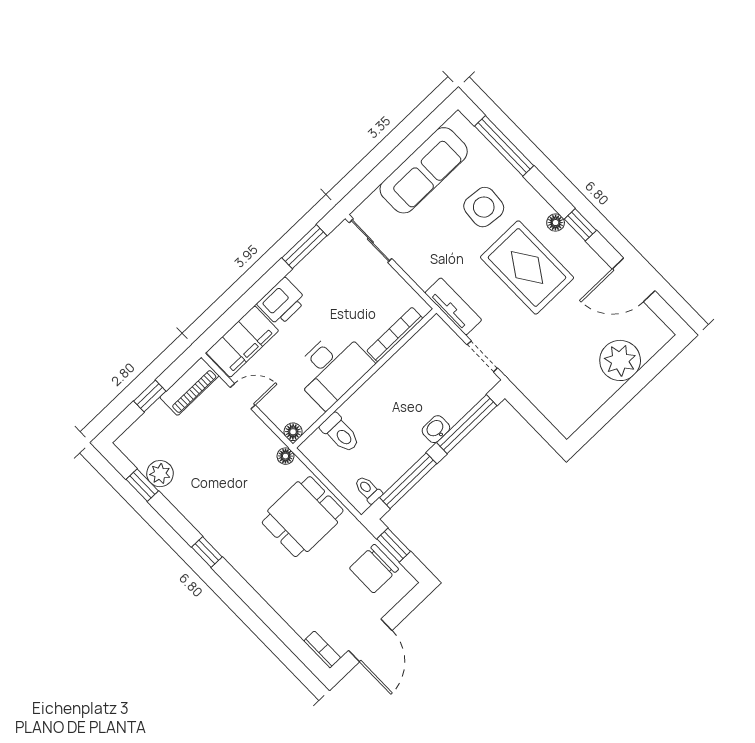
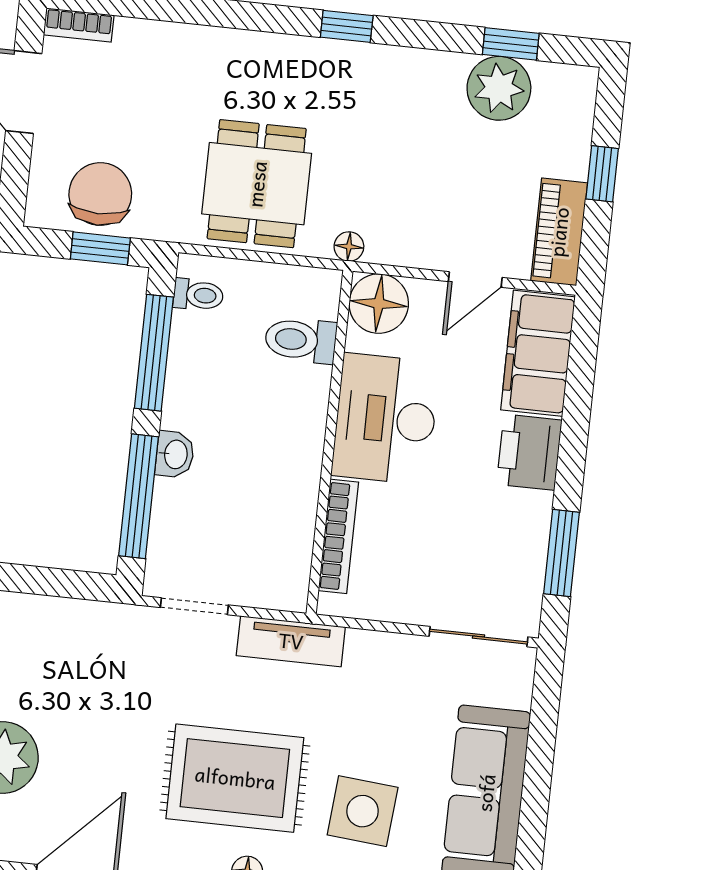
floor lamp: (293, 432) -> (379, 304), width x1.89, depth x1.89
plant: (160, 474) -> (499, 88), width x1.36, depth x1.36

